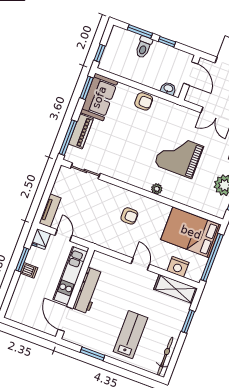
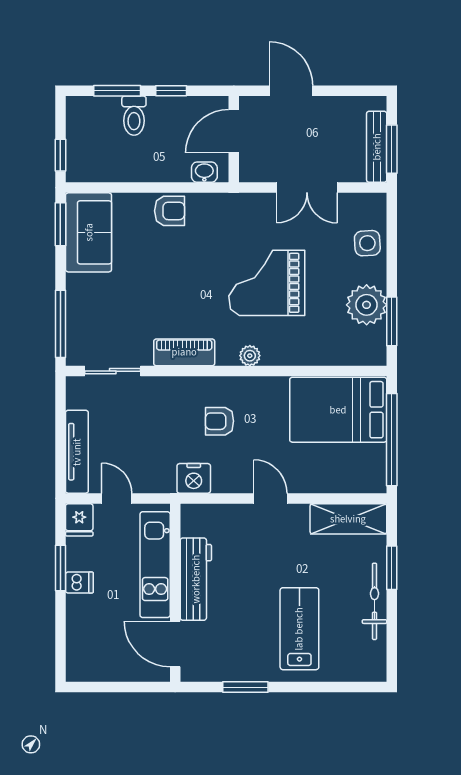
door: (191, 74) -> (234, 131), swing flipped
piano: (81, 131) -> (184, 352), moved, turned -90
tv unit: (50, 211) -> (77, 452), width x1.41
armchair: (129, 216) -> (220, 421), turned 180
nightstand: (178, 267) -> (194, 478), moved
bicycle: (165, 356) -> (375, 601), moved

